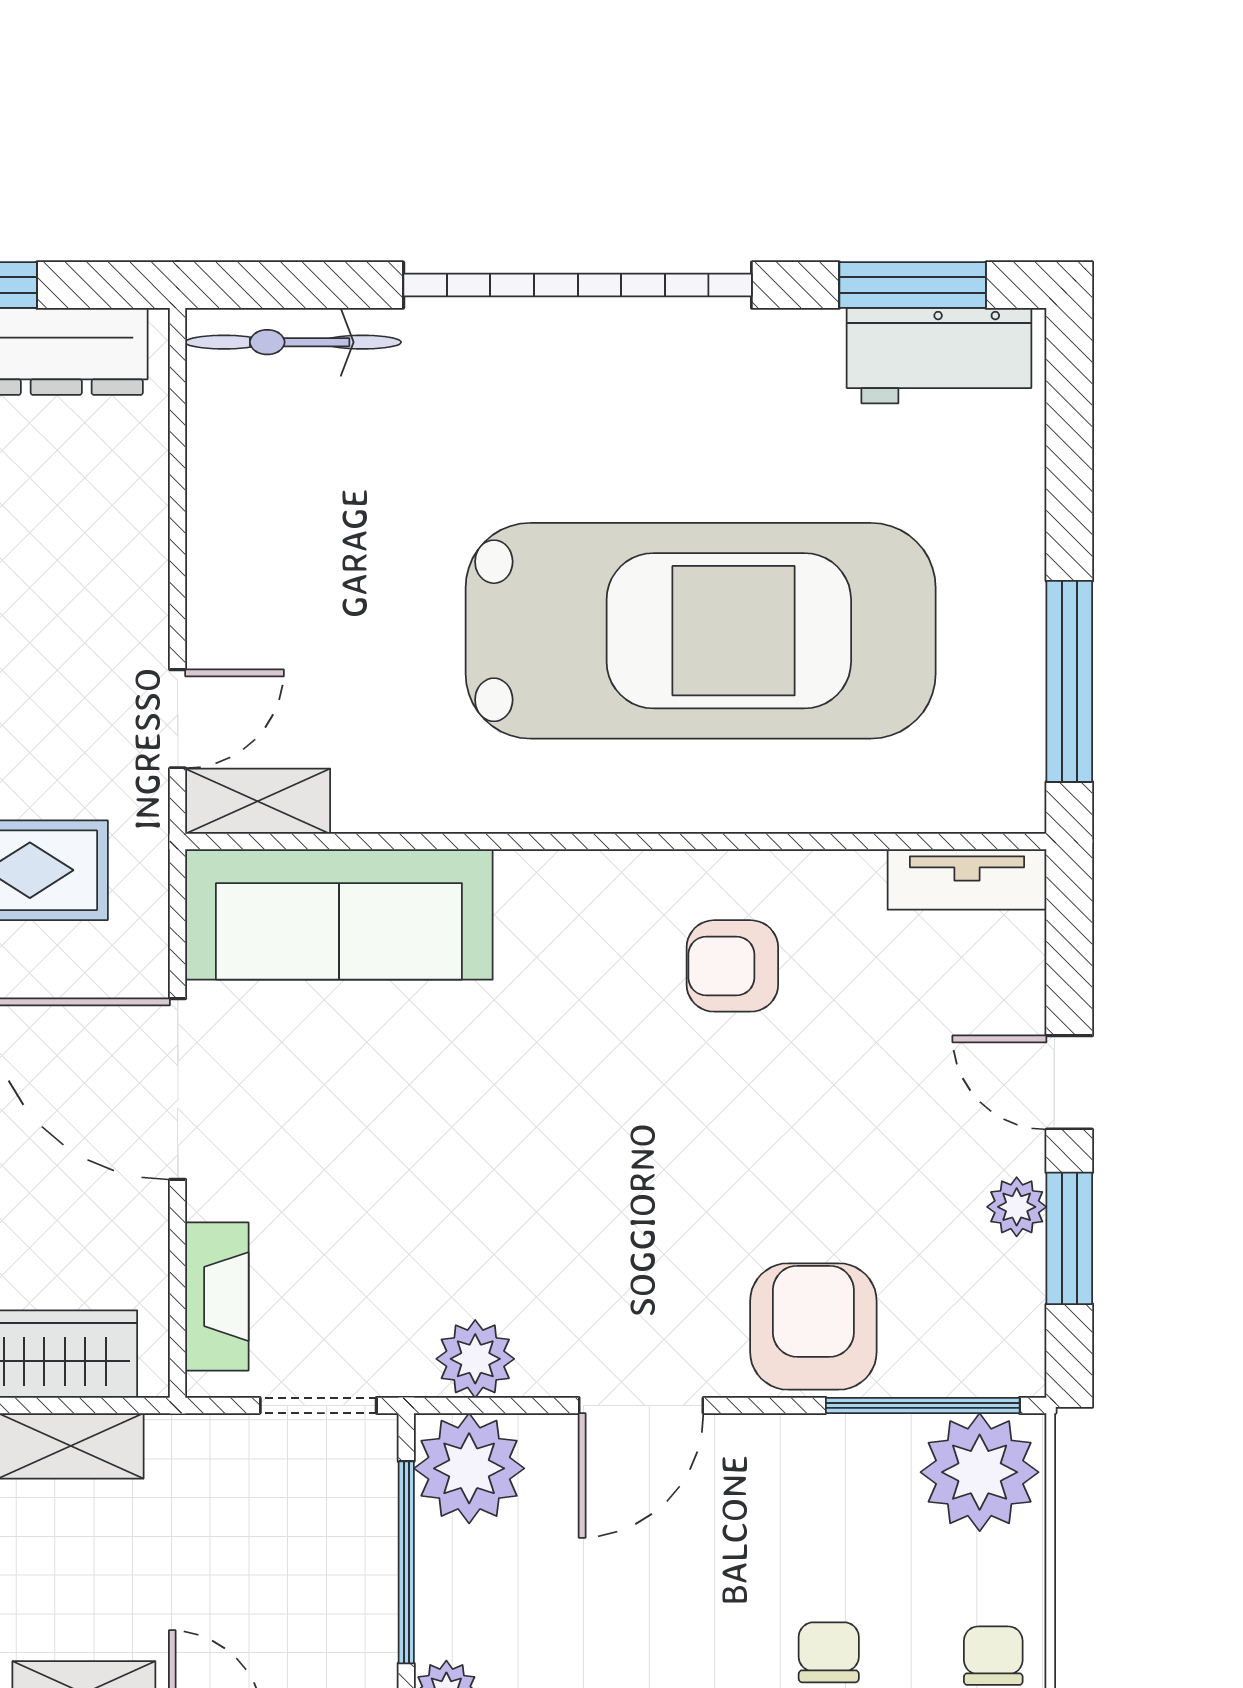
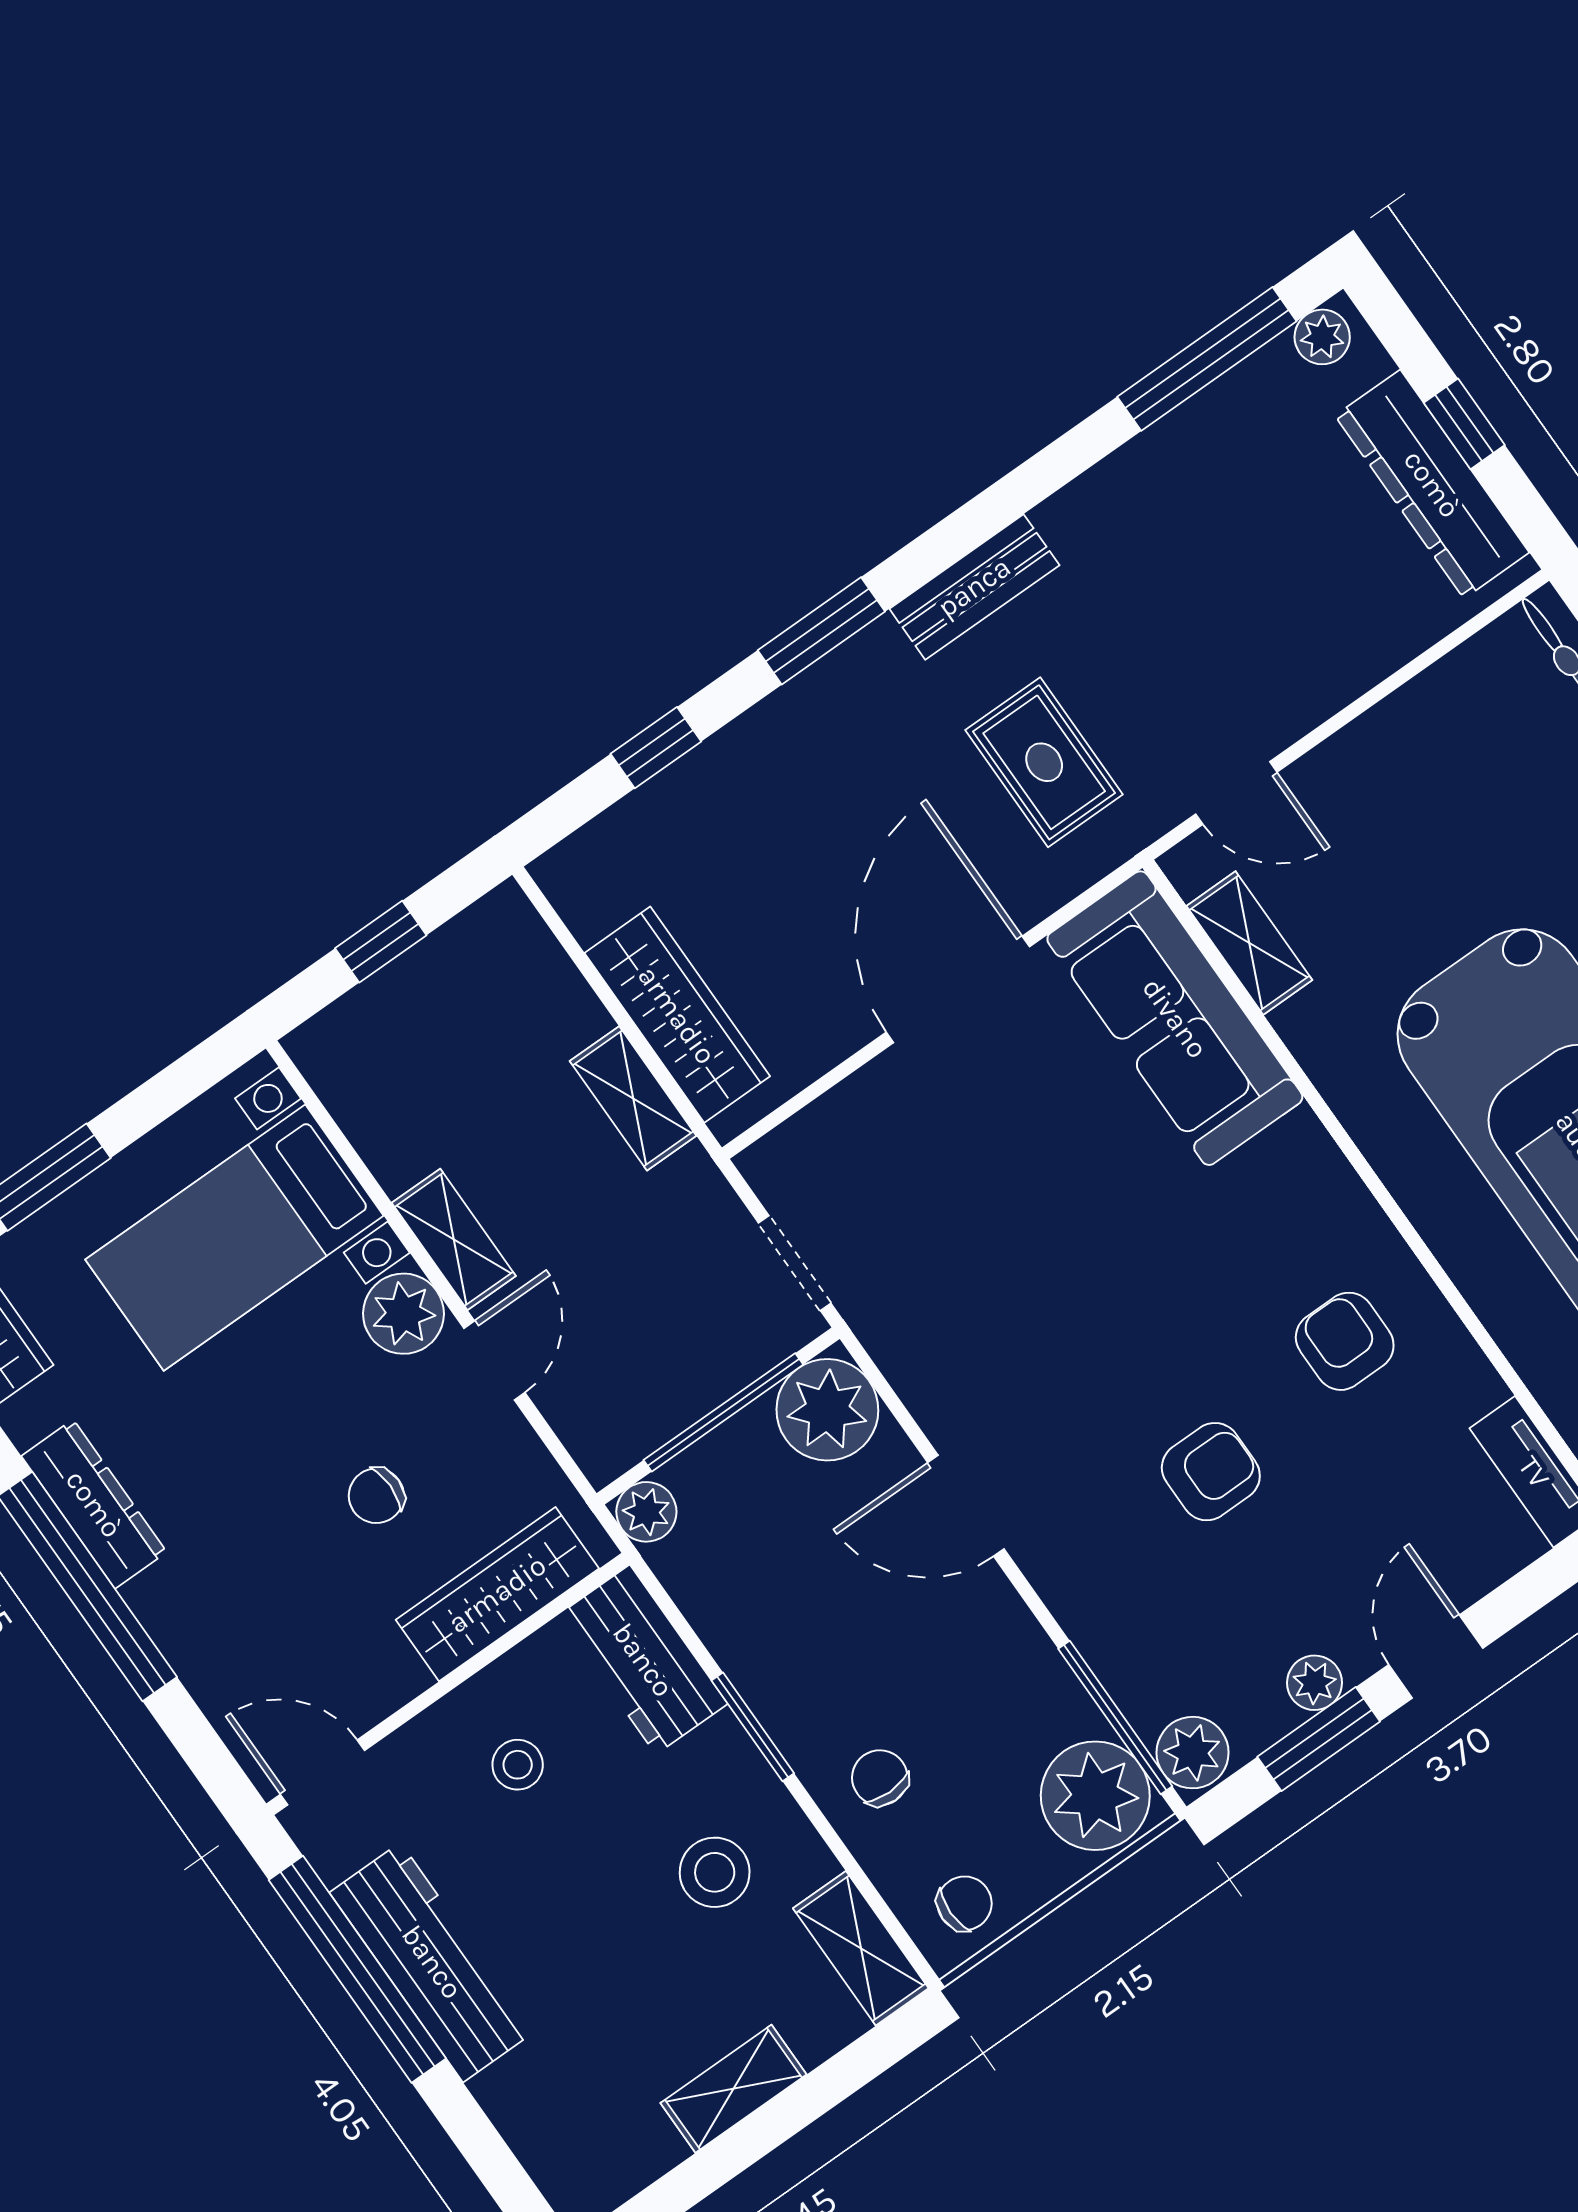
shelving: (258, 801) -> (1249, 943), moved
fireplace: (217, 1297) -> (823, 1129), removed
armchair: (813, 1327) -> (1211, 1472), moved, width x0.72, depth x0.72
plant: (475, 1359) -> (1193, 1753), moved
chair: (829, 1652) -> (880, 1778), turned -90

